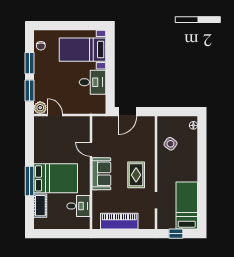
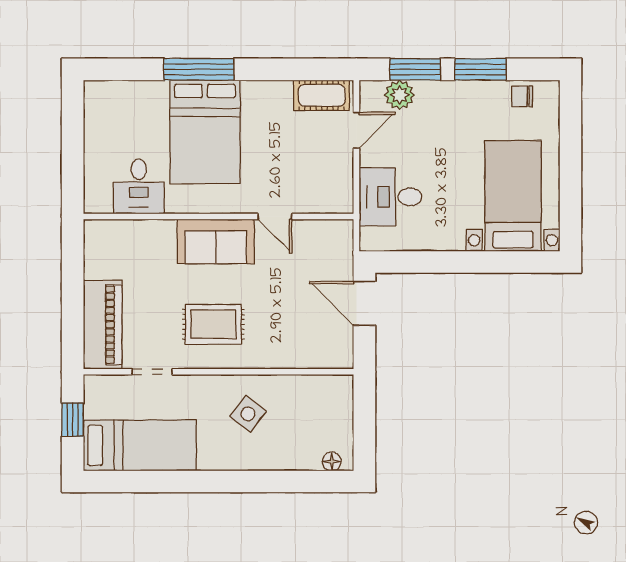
desk: (92, 82) -> (390, 197), moved, turned 90
plant: (40, 108) -> (400, 95), moved
side table: (170, 144) -> (248, 414), moved
door: (91, 149) -> (275, 217), swing flipped
cot: (40, 206) -> (322, 95), moved
piano: (119, 221) -> (103, 325), moved

